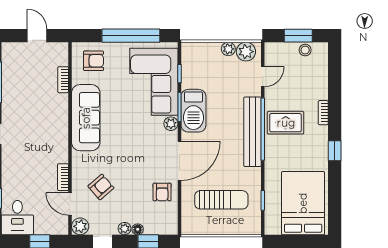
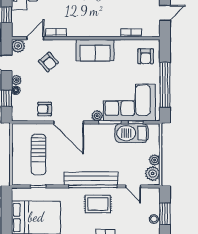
barbecue: (193, 111) -> (132, 133), moved
sofa: (86, 118) -> (95, 50), width x0.73
rug: (286, 123) -> (98, 204), turned 90

